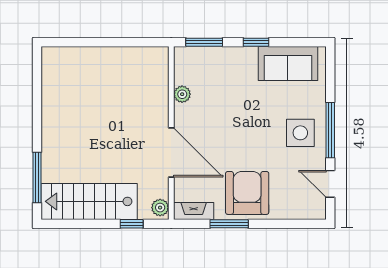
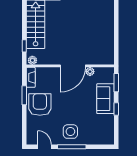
sofa: (288, 64) -> (106, 99), moved
door: (171, 152) -> (73, 66), moved
door: (330, 184) -> (44, 147), hinge flipped
armchair: (247, 193) -> (40, 105), turned -90

